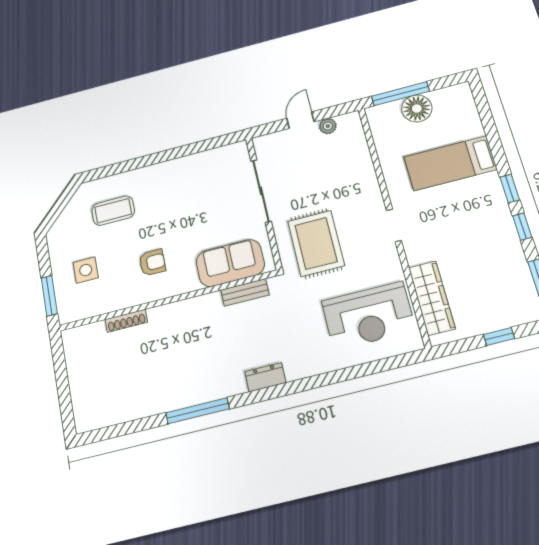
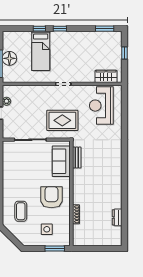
window: (522, 227) -> (39, 29), moved
armchair: (152, 263) -> (51, 197), width x1.88, depth x1.88
wardrobe: (432, 298) -> (106, 76), width x0.67
reception desk: (368, 316) -> (101, 106), turned 180
dresser: (265, 377) -> (117, 217), moved
window: (198, 411) -> (125, 190), removed

